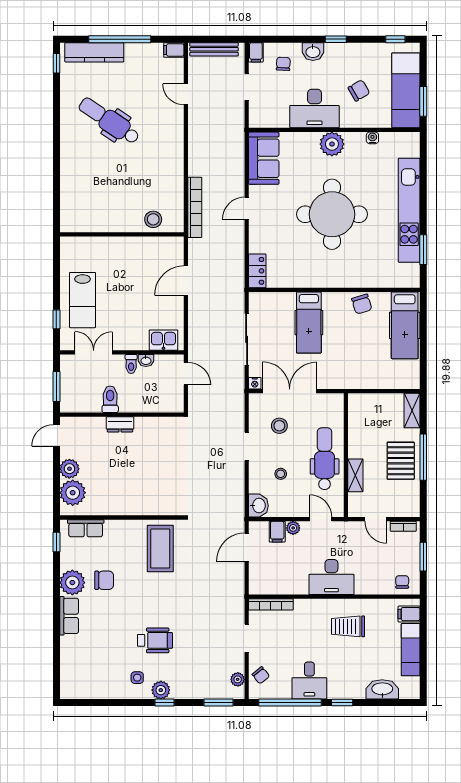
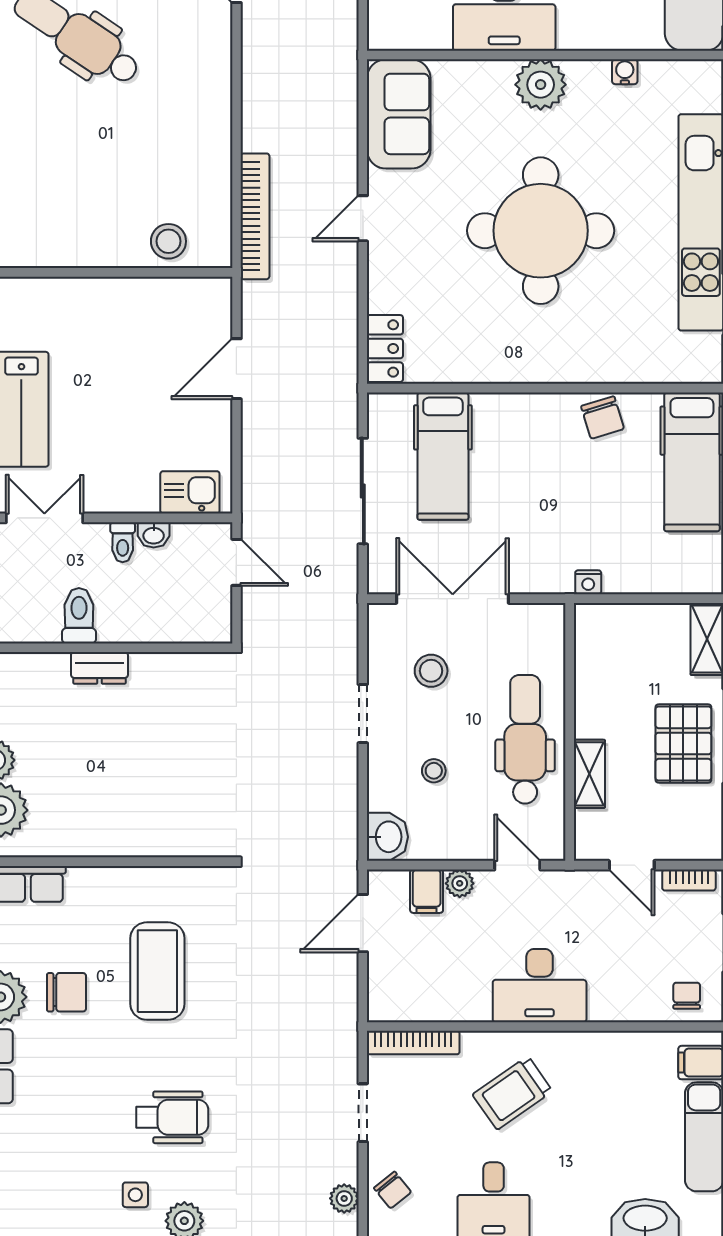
hospital bed: (309, 323) -> (443, 456), moved
nightstand: (255, 383) -> (588, 582), moved
coffee table: (160, 548) -> (157, 971), moved
trolley: (348, 626) -> (512, 1093), moved, turned -35

